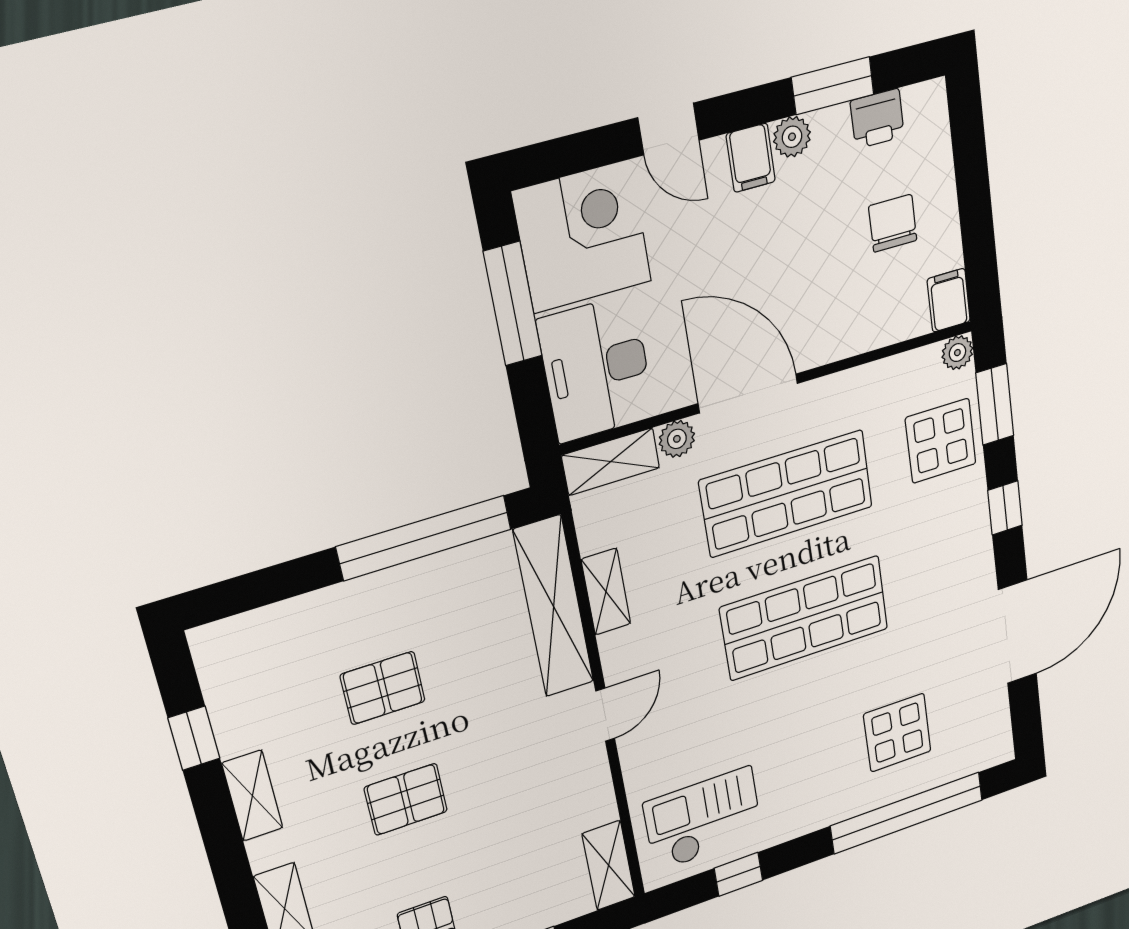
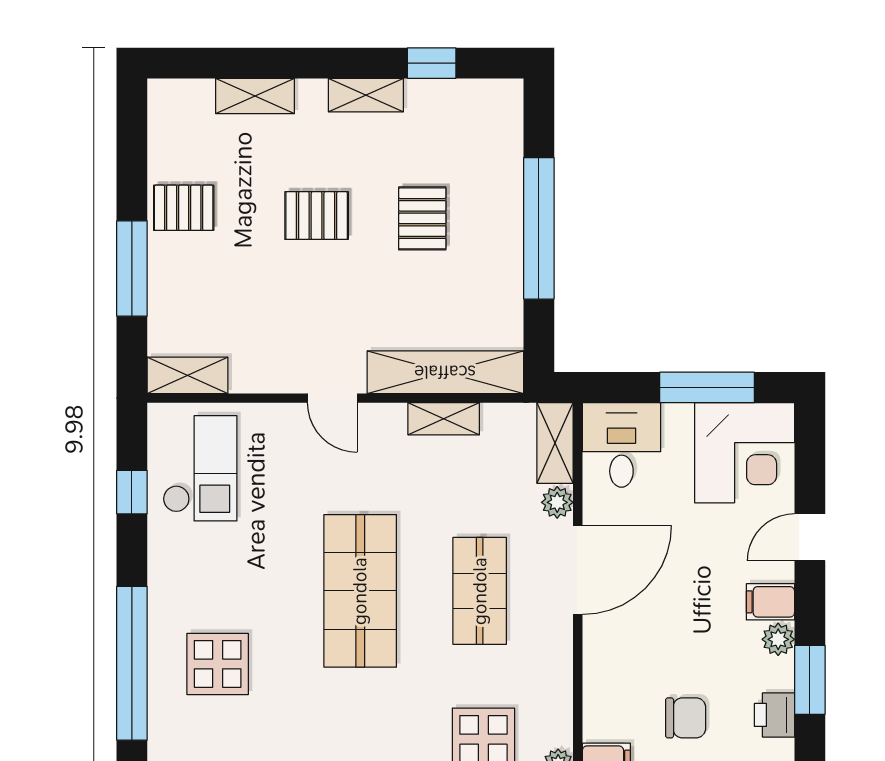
desk: (596, 369) -> (621, 445), width x0.73
shop shelf: (787, 494) -> (480, 591), width x0.70, depth x0.74
window: (424, 538) -> (539, 228), moved
pallet: (406, 799) -> (317, 216), turned 90

